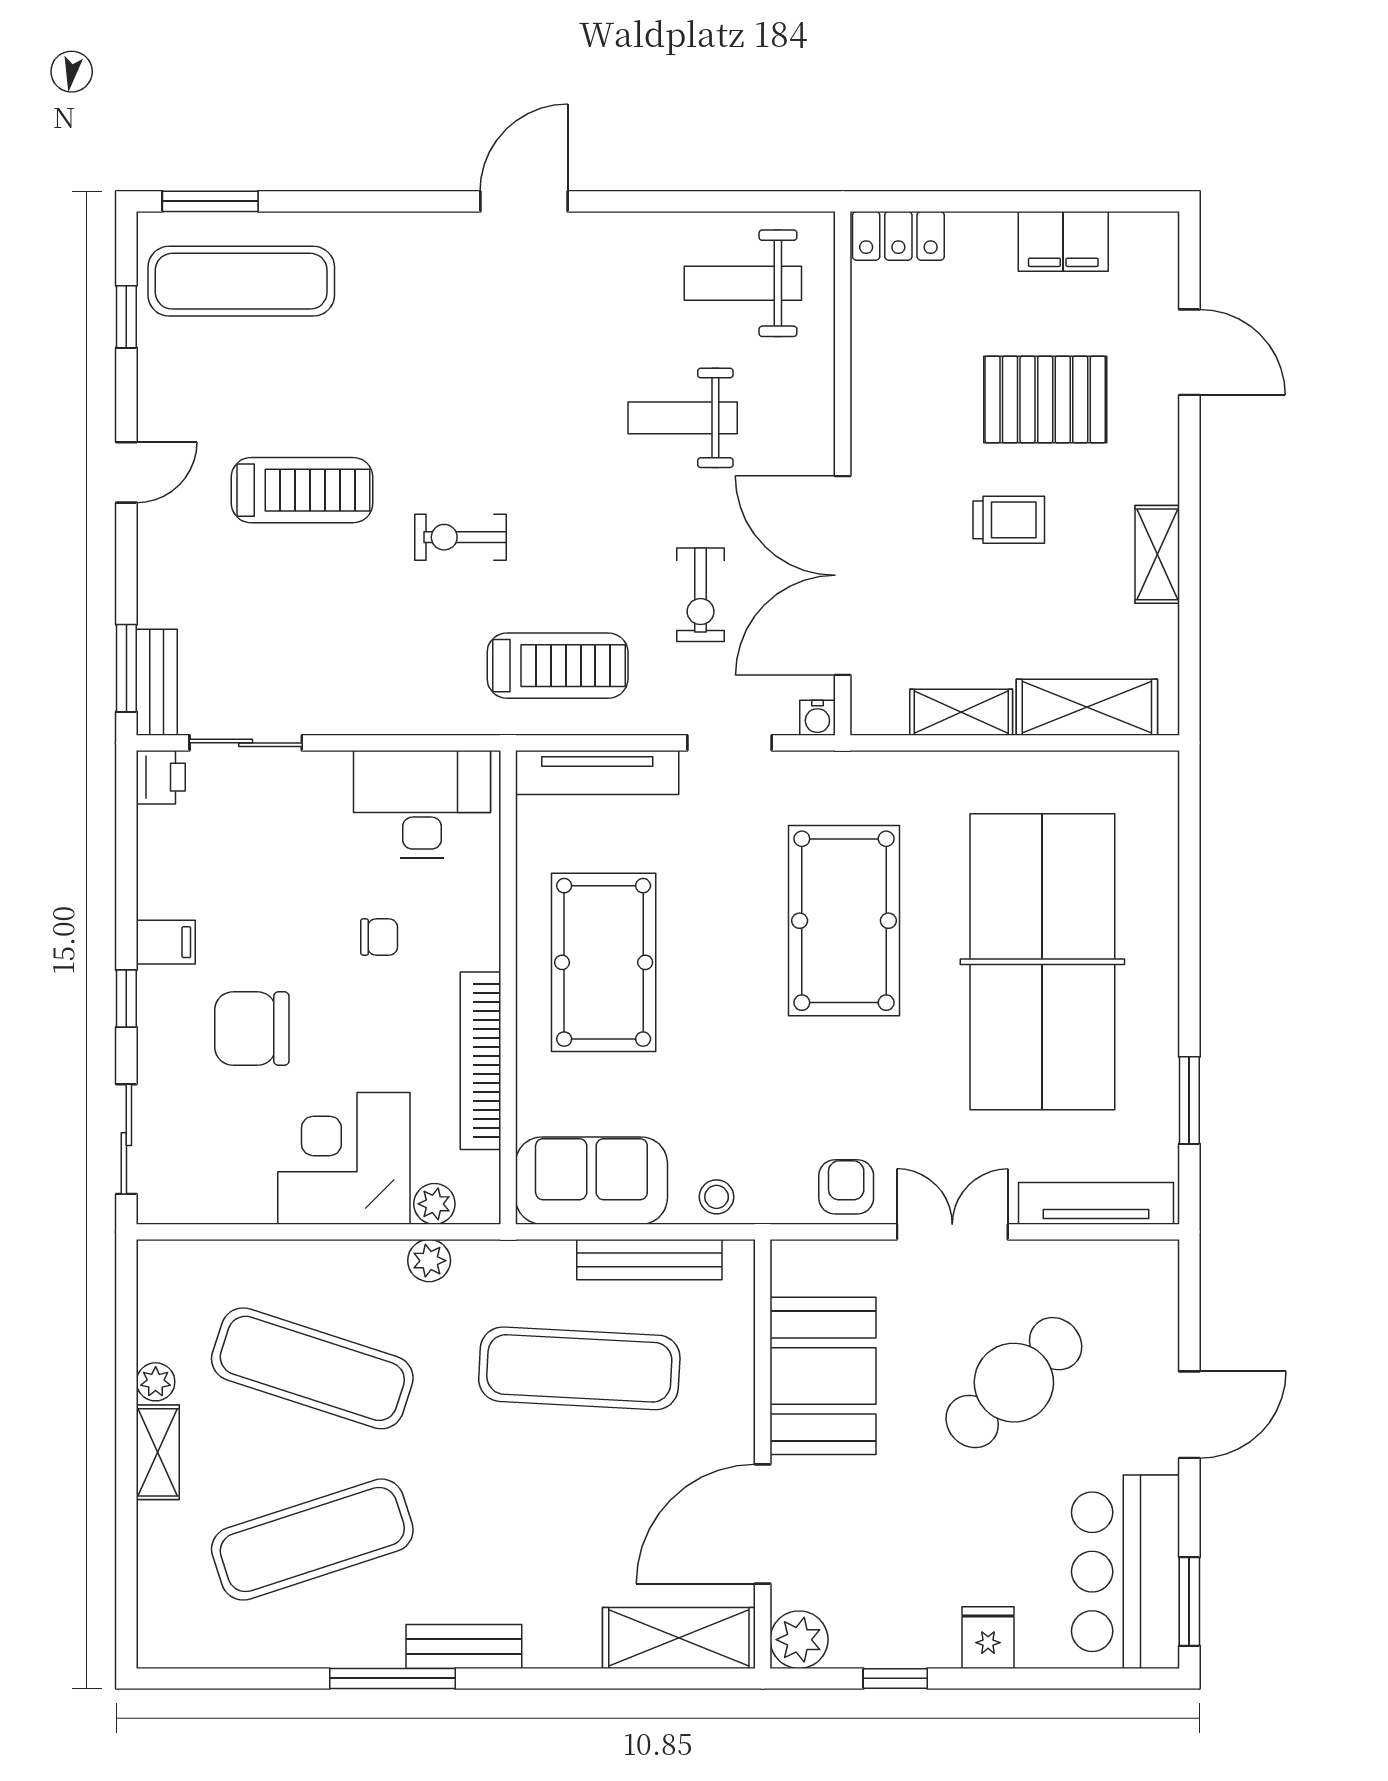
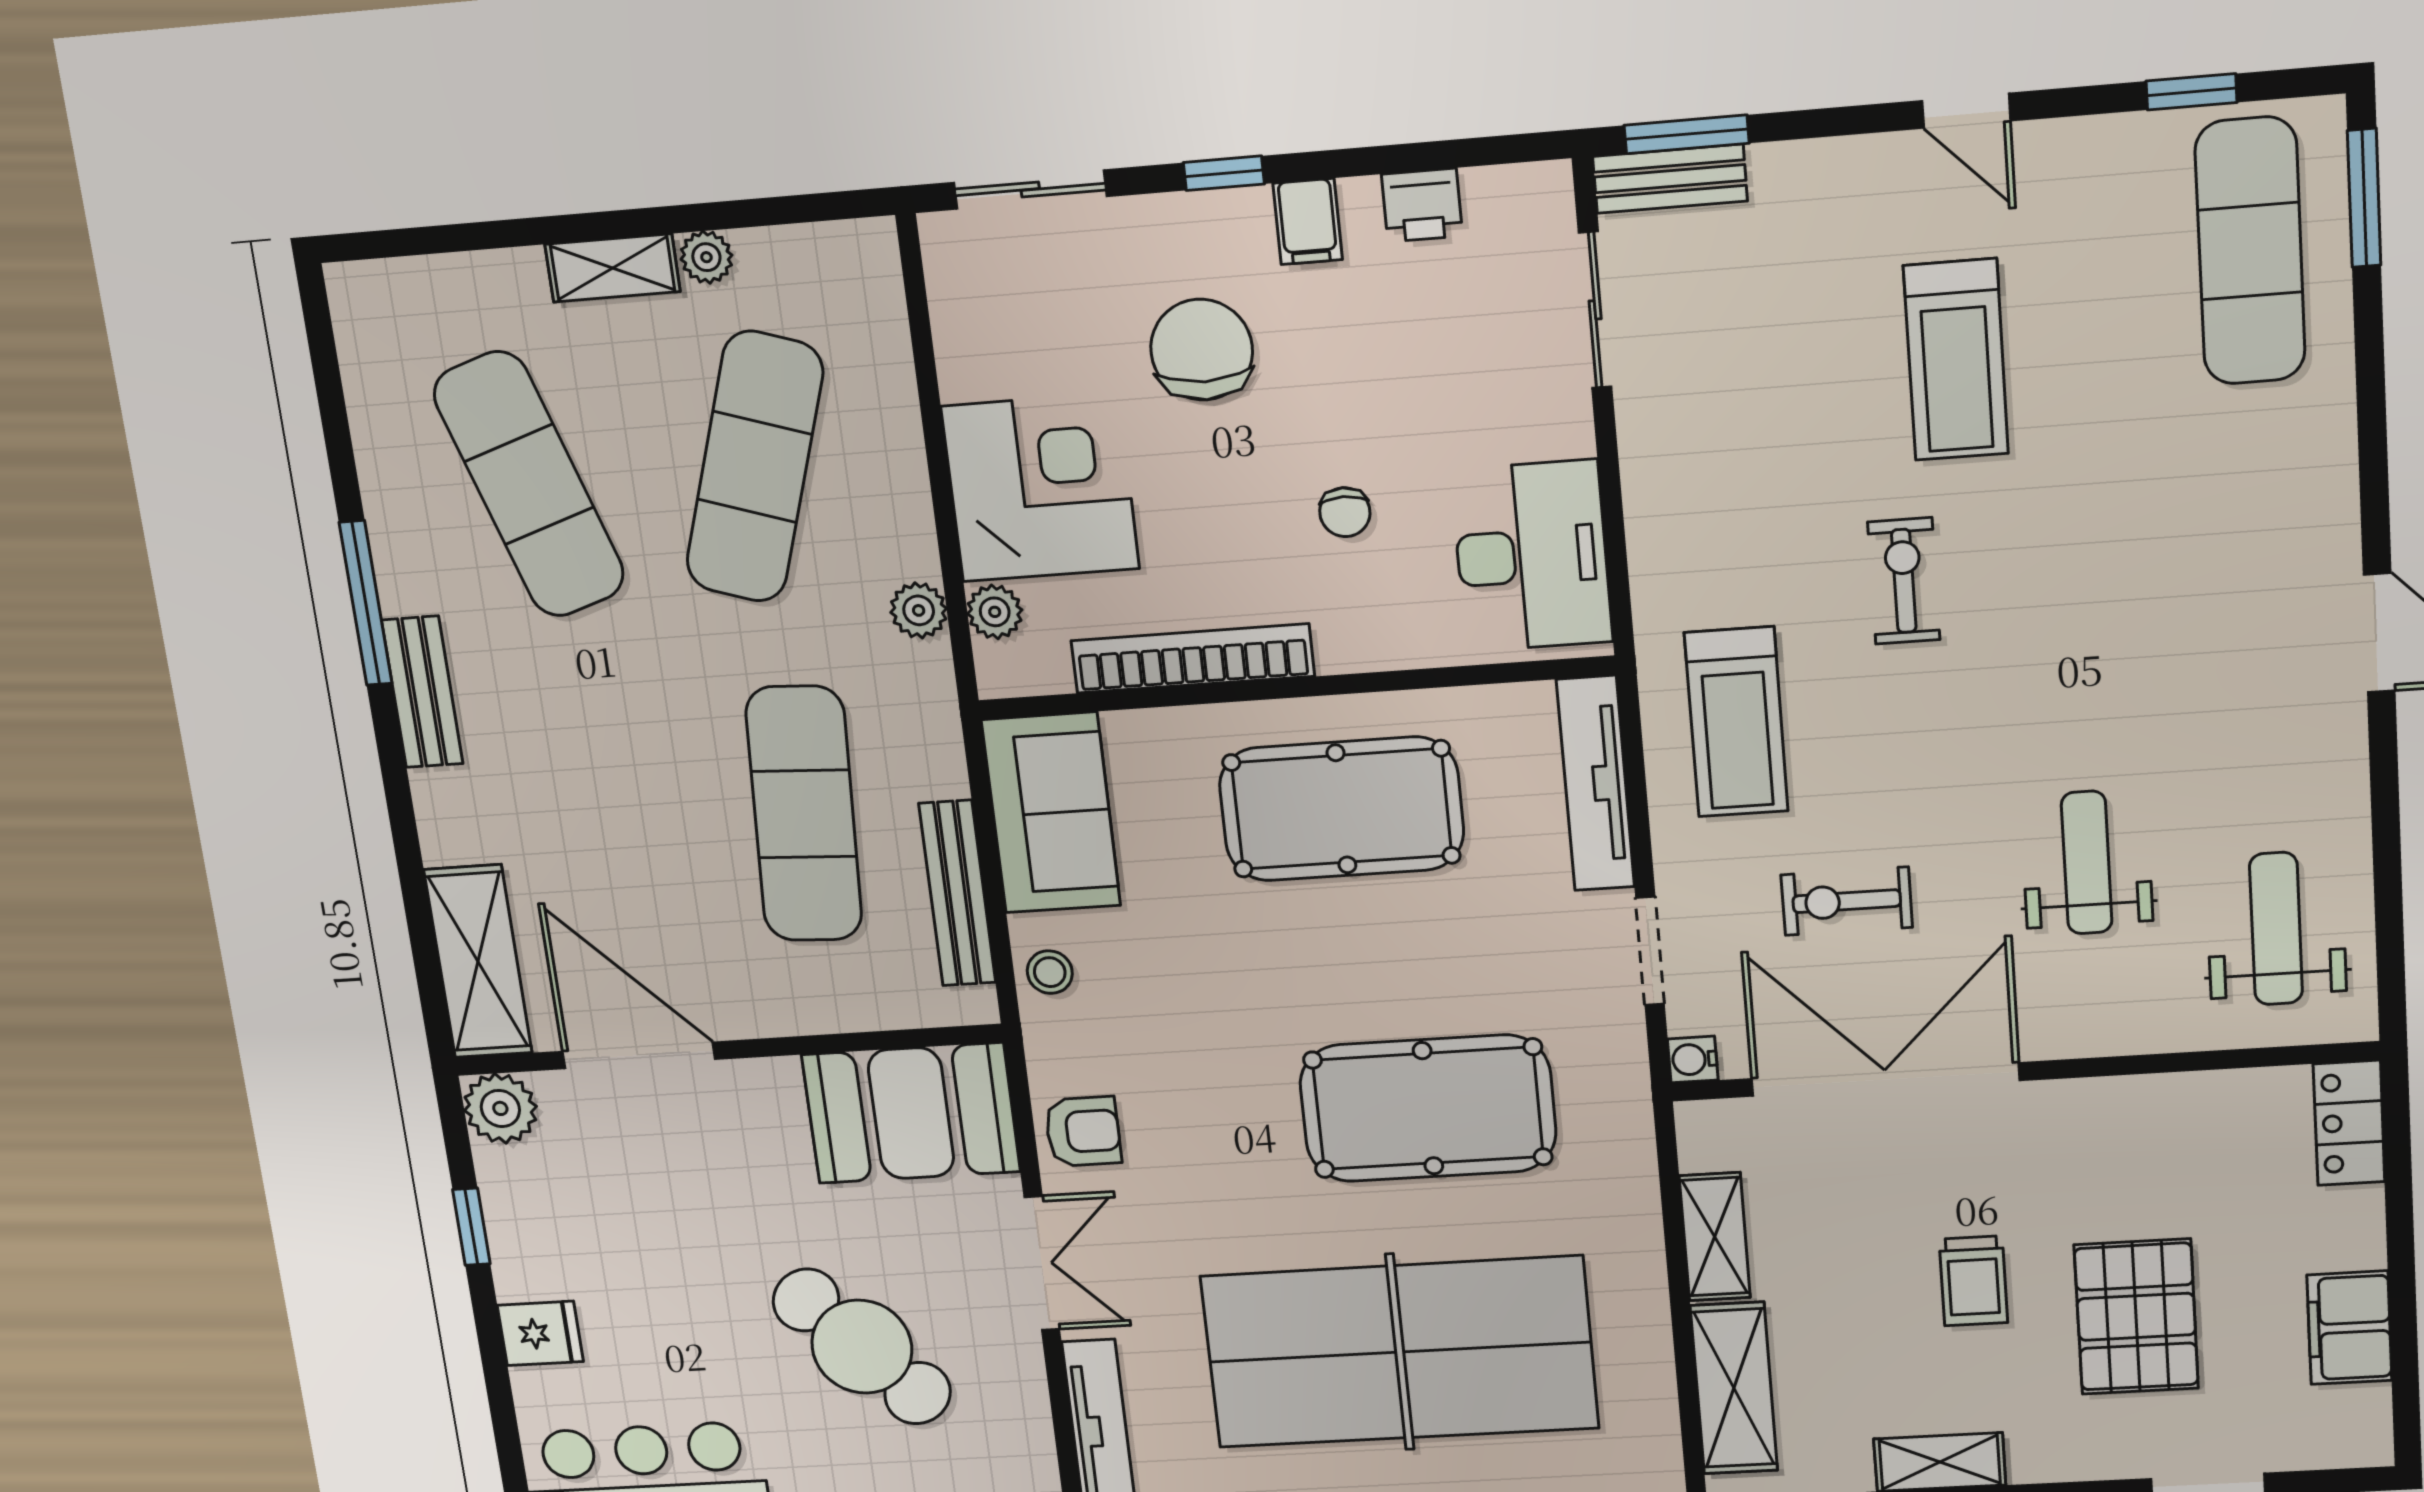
printer: (161, 777) -> (1422, 205), moved
booth: (823, 1376) -> (911, 1113), moved

